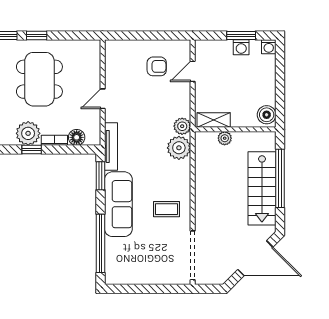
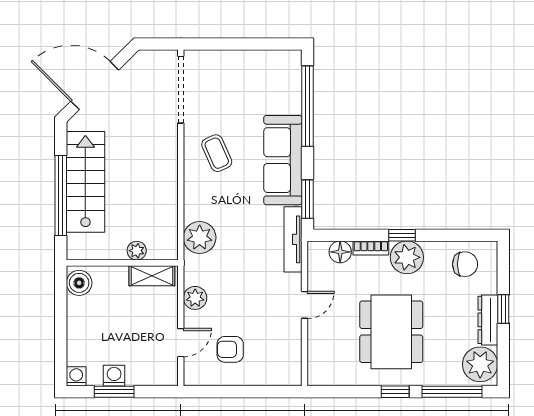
plant: (182, 126) -> (195, 298), moved
coffee table: (166, 209) -> (217, 153), turned 66

